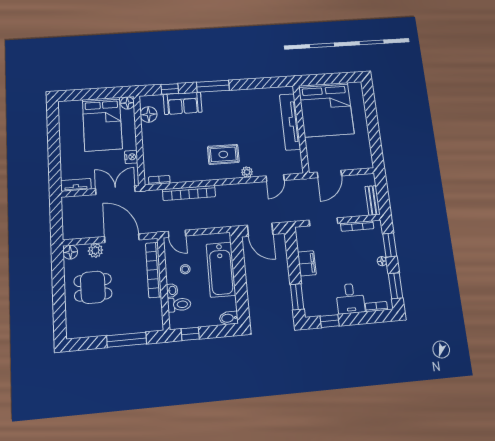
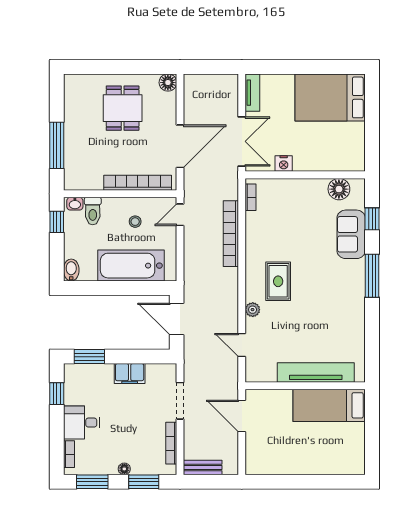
floor lamp: (127, 103) -> (357, 163), removed
bed: (326, 110) -> (329, 405), width x0.49
bed: (102, 124) -> (330, 97), moved
door: (260, 230) -> (177, 319), hinge flipped
plant: (95, 250) -> (168, 113), removed
washbasin: (172, 290) -> (75, 204), moved

